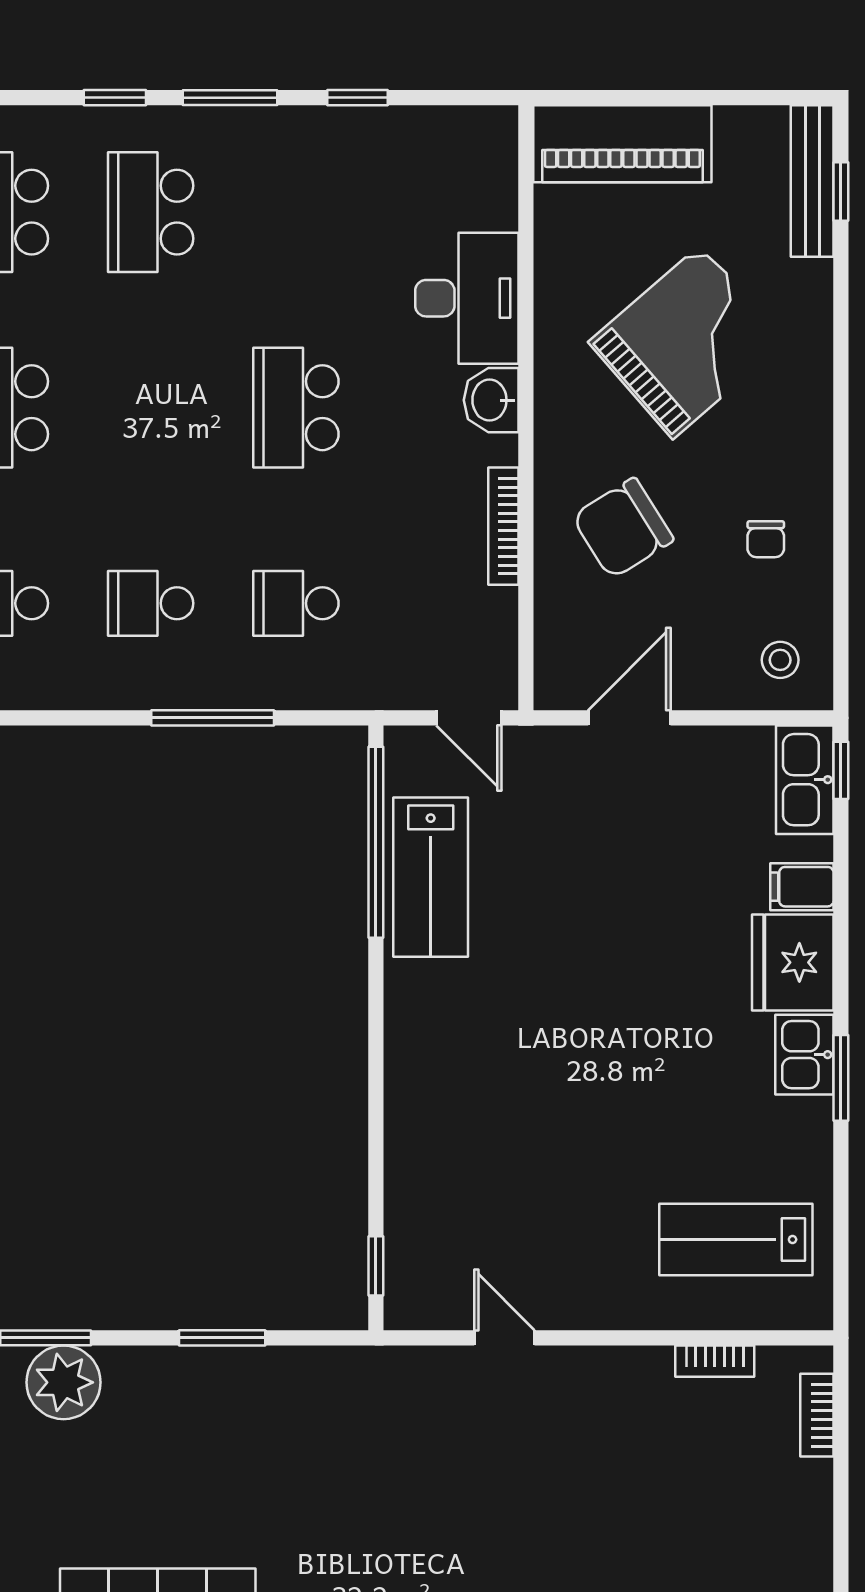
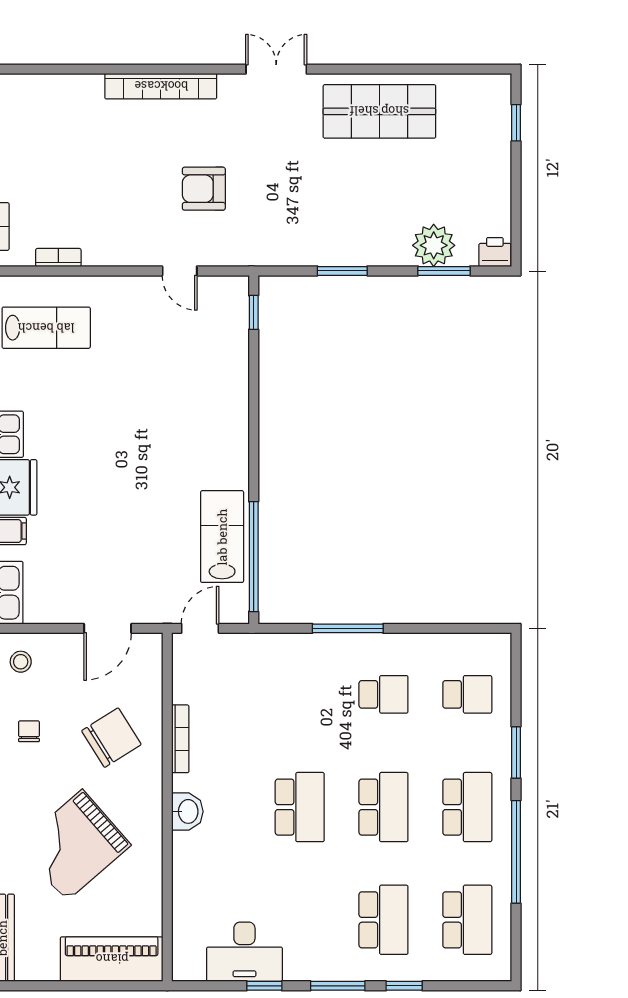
desk: (467, 298) -> (244, 952), moved, turned -90
school desk: (296, 603) -> (383, 807), moved, width x1.85
door: (469, 718) -> (200, 628), hinge flipped
armchair: (462, 1481) -> (204, 189), added

